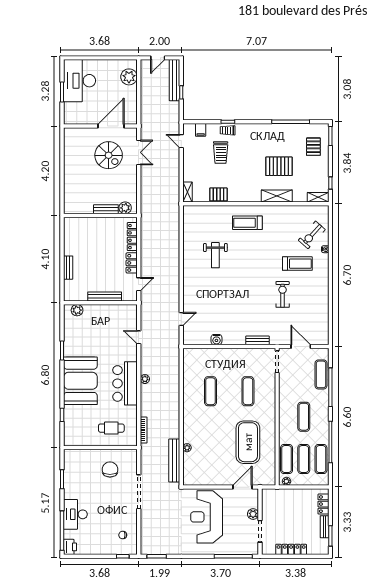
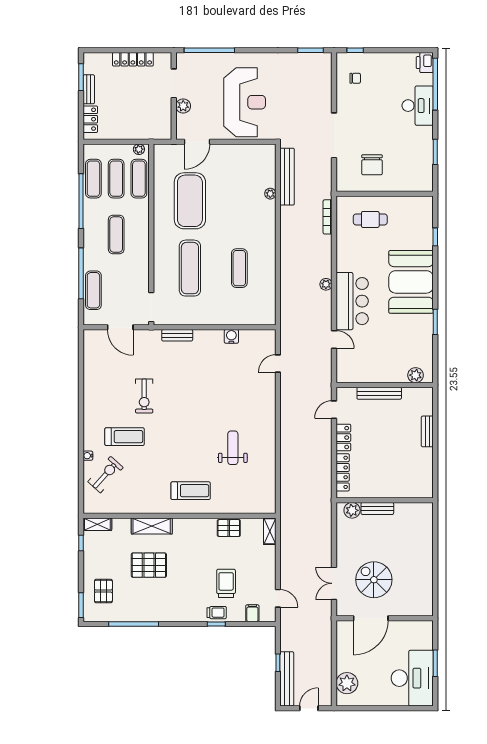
treadmill: (297, 264) -> (125, 437), turned 180
bar counter: (125, 383) -> (352, 301), moved
exercise mat: (248, 391) -> (190, 268), width x1.36, depth x1.45

